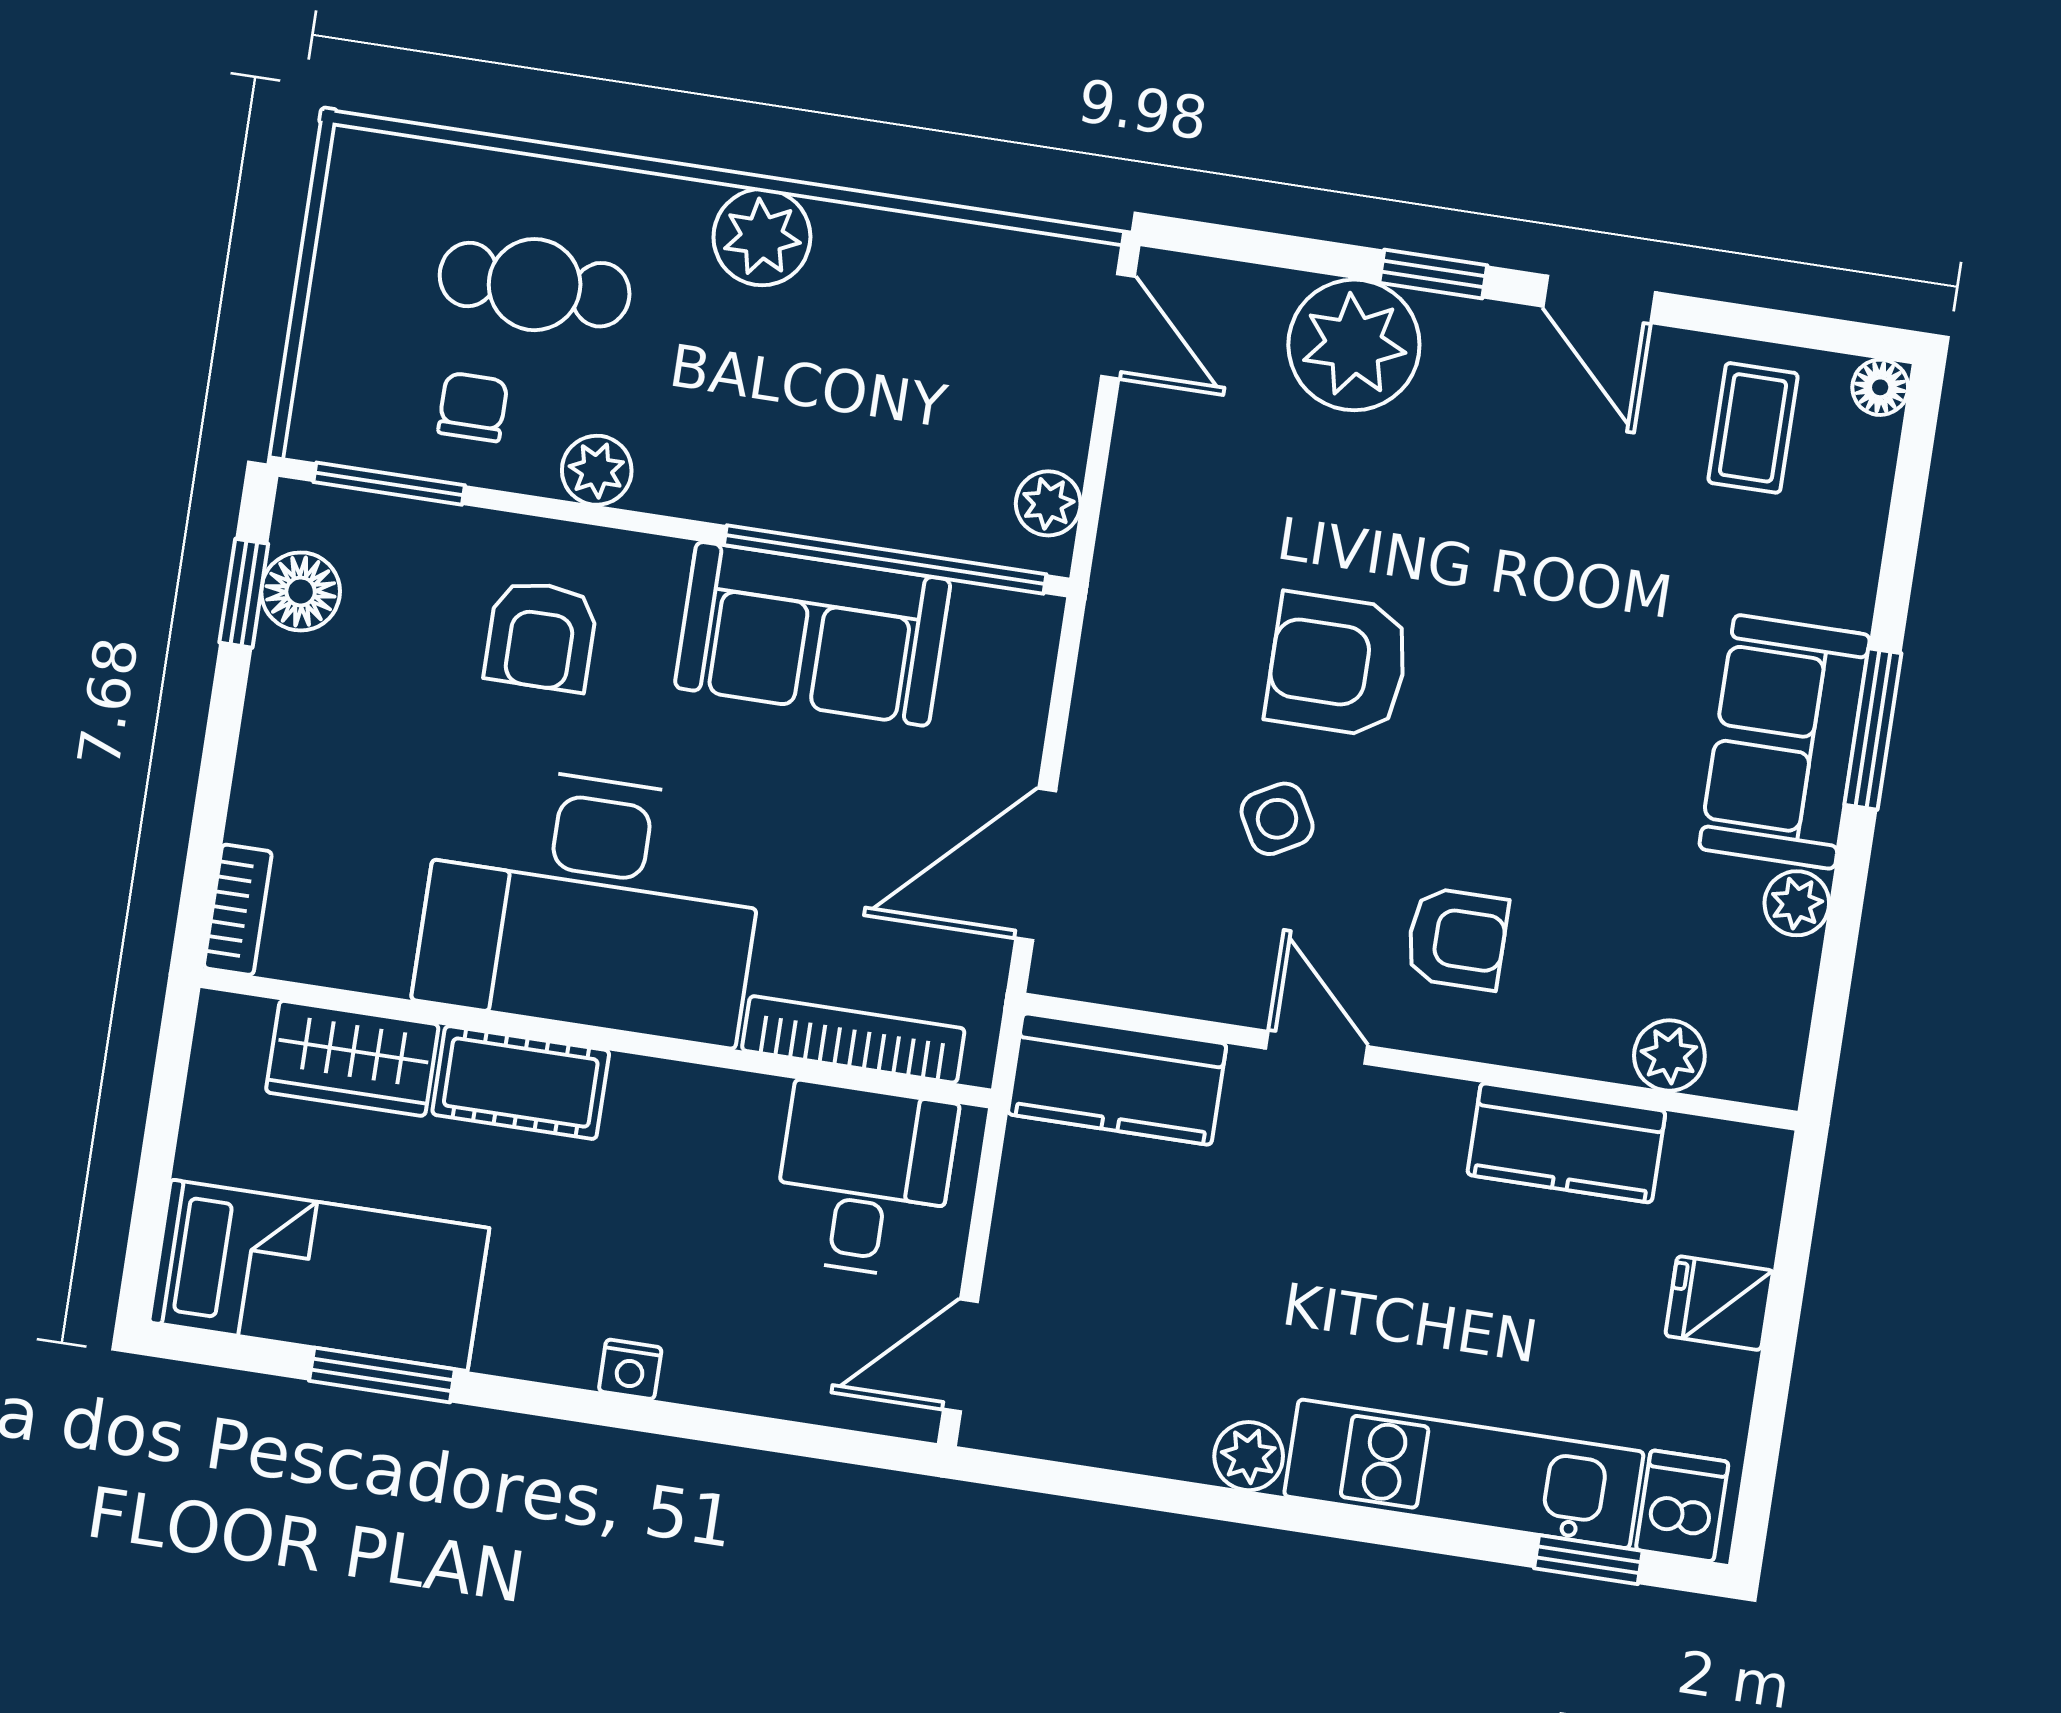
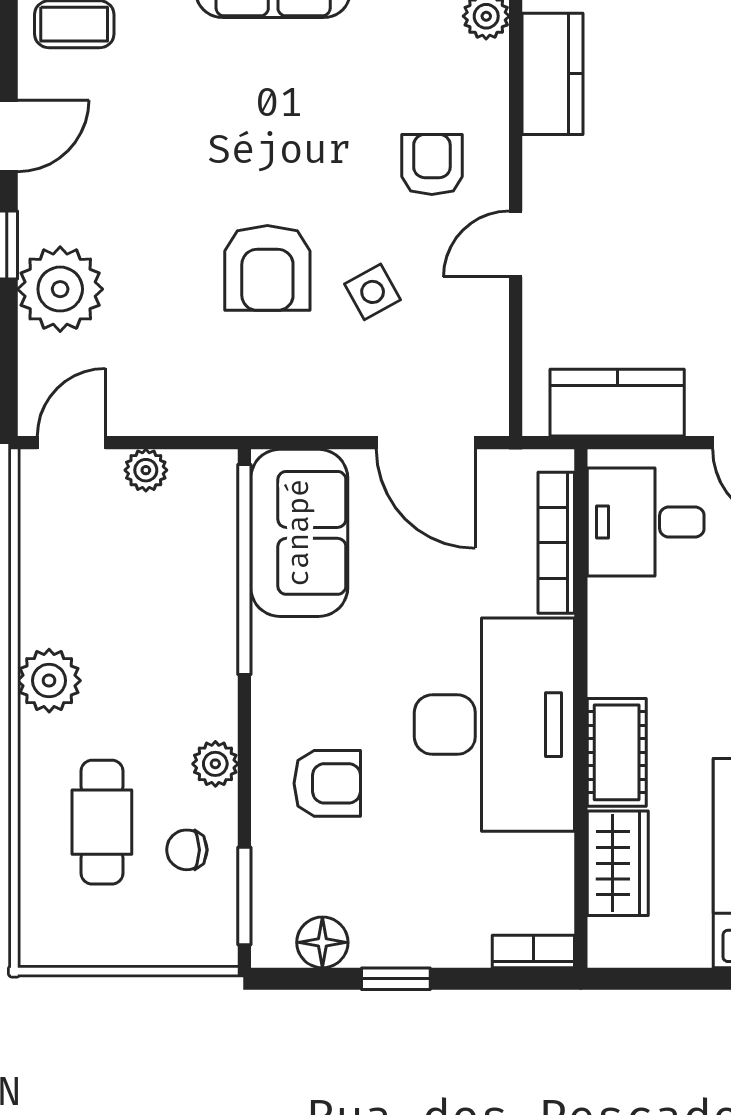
plant: (1048, 503) -> (146, 470), moved
window: (244, 593) -> (396, 979), moved
sofa: (813, 634) -> (299, 533), moved
kitchen counter: (1117, 1079) -> (617, 403), moved, turned -90

